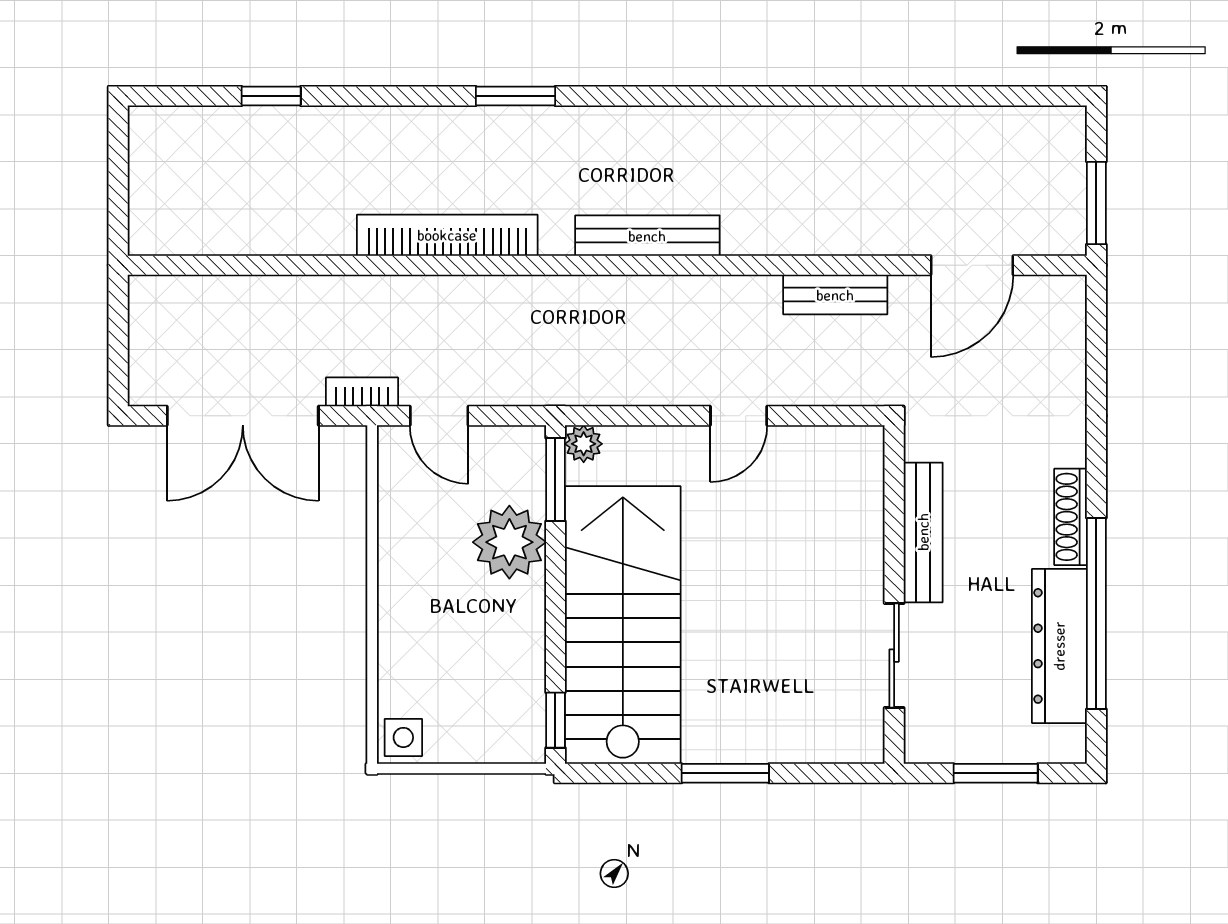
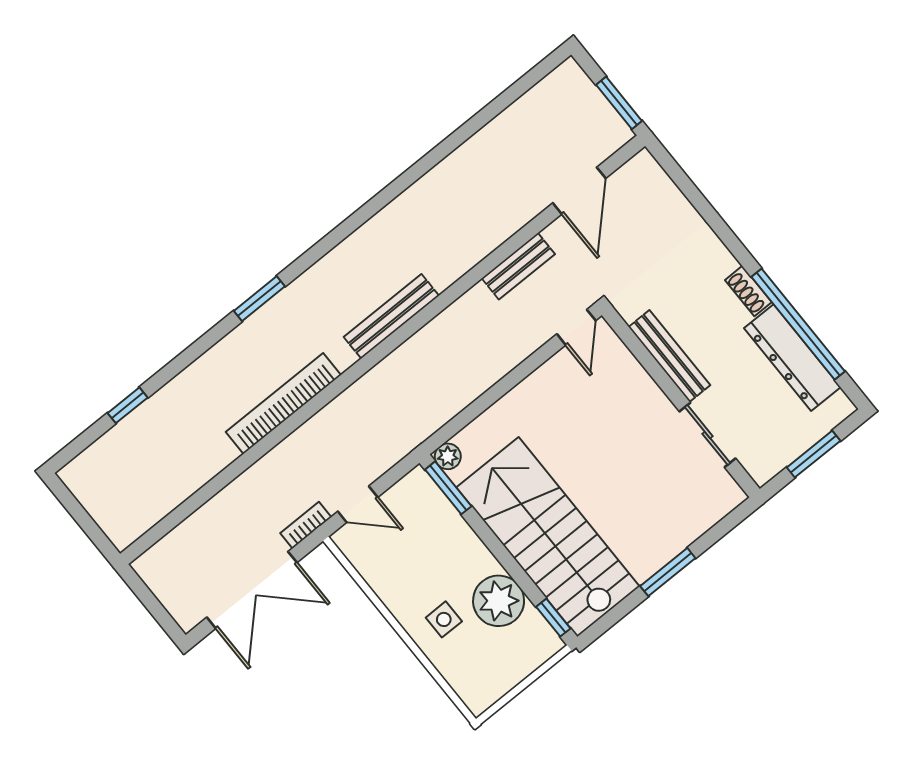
door: (739, 416) -> (576, 327), moved
shoe rack: (1071, 517) -> (748, 291), width x0.70
plant: (509, 542) -> (499, 601), moved
side table: (403, 737) -> (444, 619), moved

